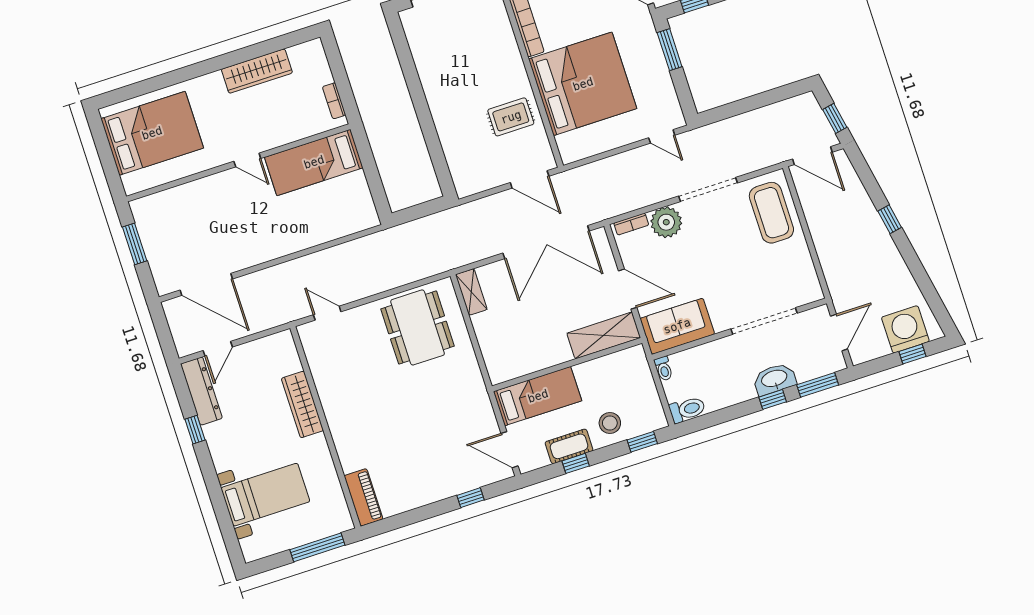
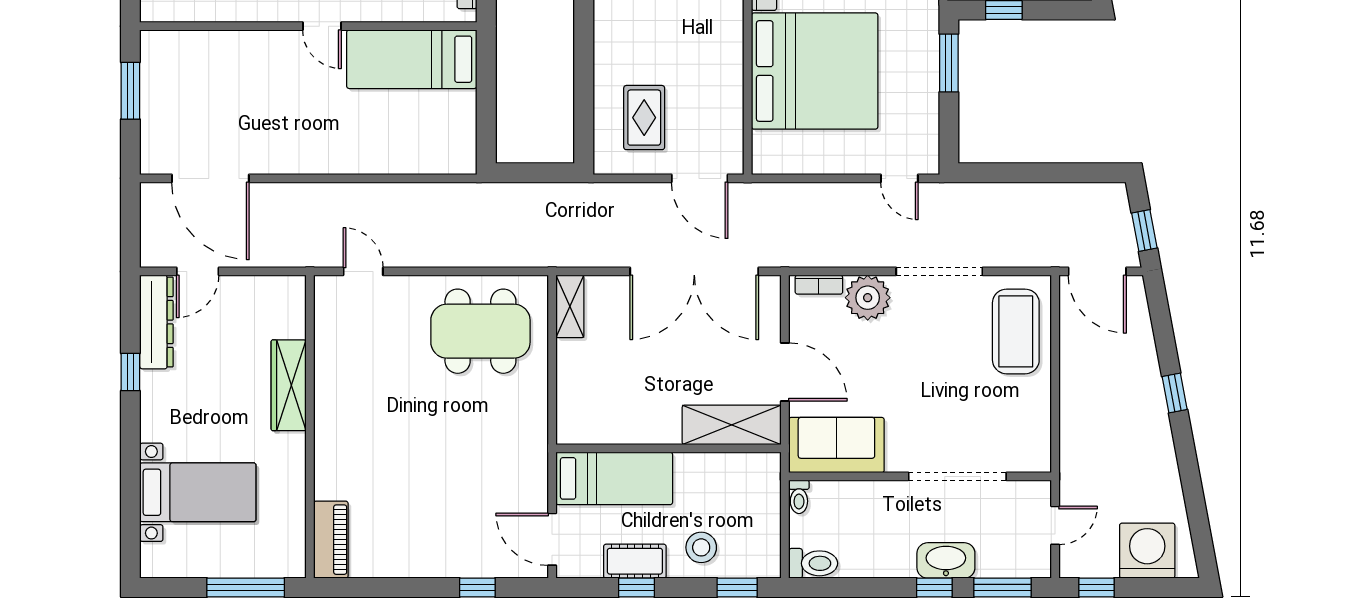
rug: (511, 117) -> (644, 118), moved, turned 90
dining table: (418, 327) -> (480, 331), turned 90
door: (839, 332) -> (1055, 525), width x0.73
window: (913, 354) -> (1096, 588), moved

